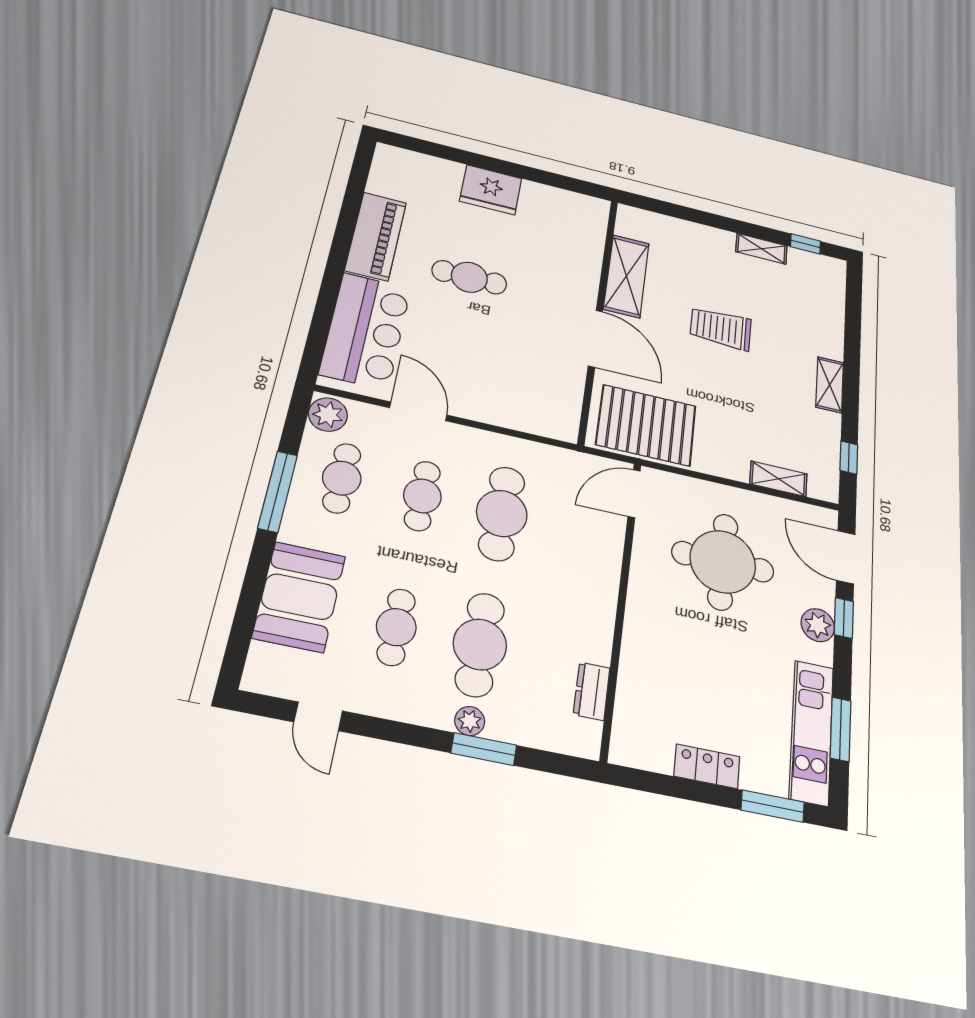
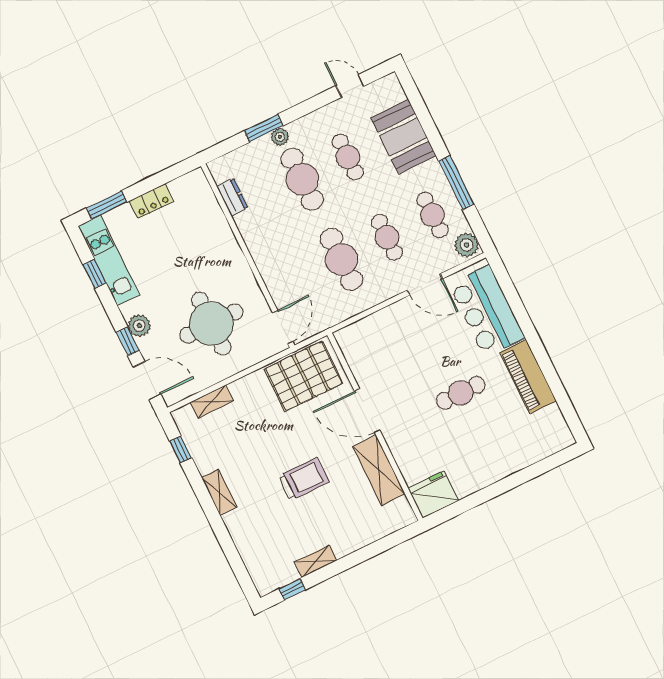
fridge: (491, 190) -> (433, 494), moved
window: (841, 729) -> (95, 274), width x0.67

